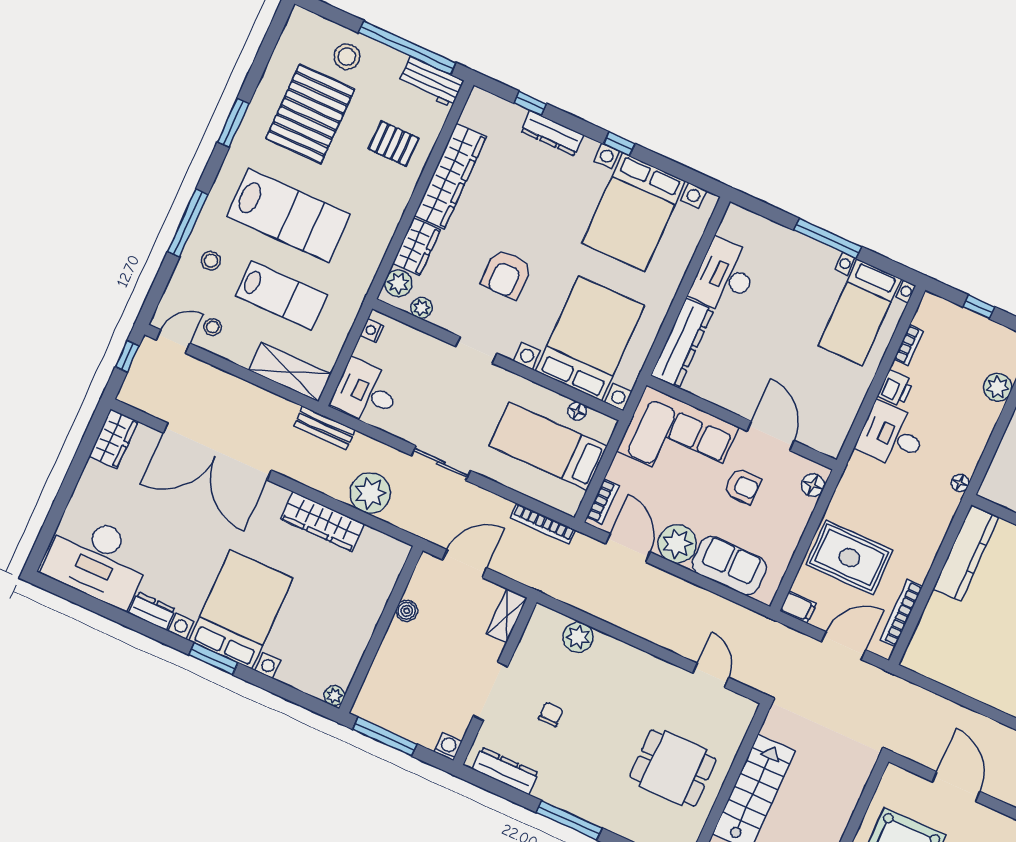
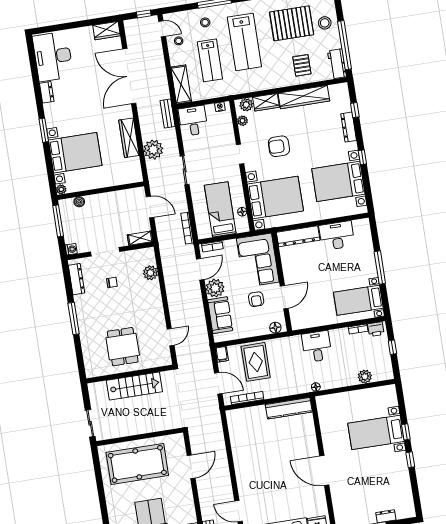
printer: (896, 388) -> (376, 329), moved
bed with nightstands: (241, 609) -> (75, 153), moved
boiler: (407, 611) -> (79, 202), moved

